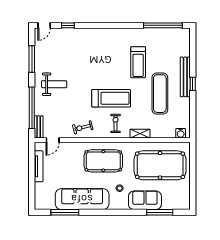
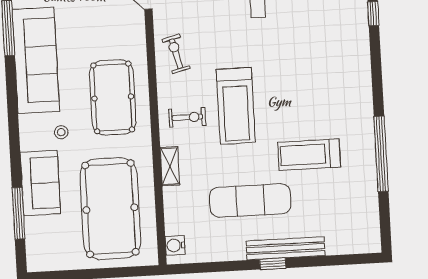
window: (163, 25) -> (381, 154), moved

